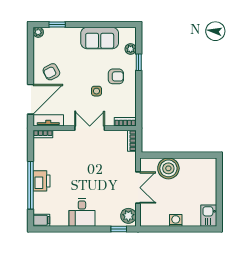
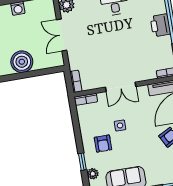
armchair: (116, 76) -> (103, 144), turned -90
boiler: (168, 168) -> (22, 62), moved

